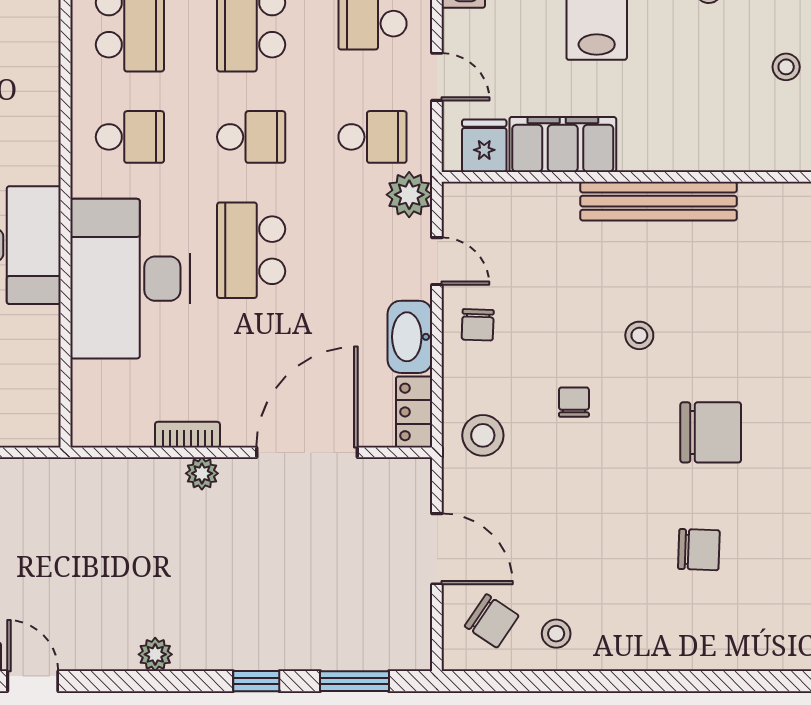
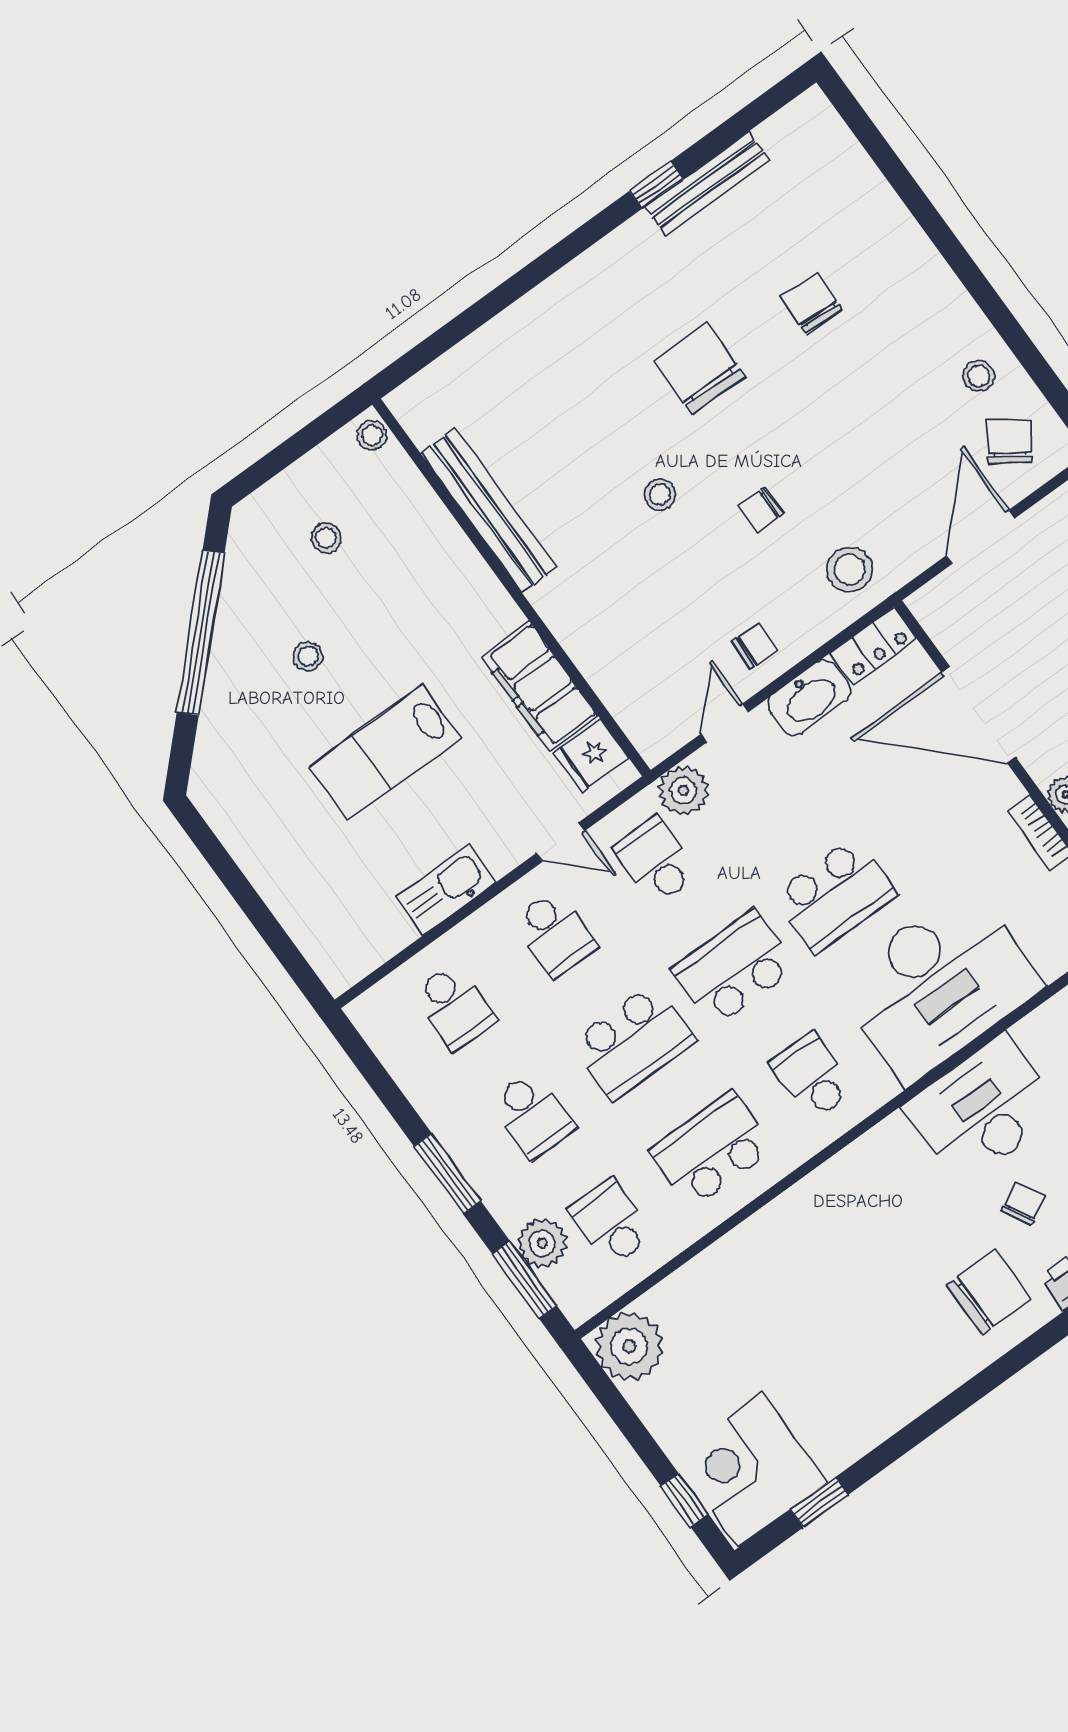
door: (437, 77) -> (561, 842), swing flipped
school desk: (251, 137) -> (734, 968), width x1.85
bench: (659, 201) -> (488, 510), moved

